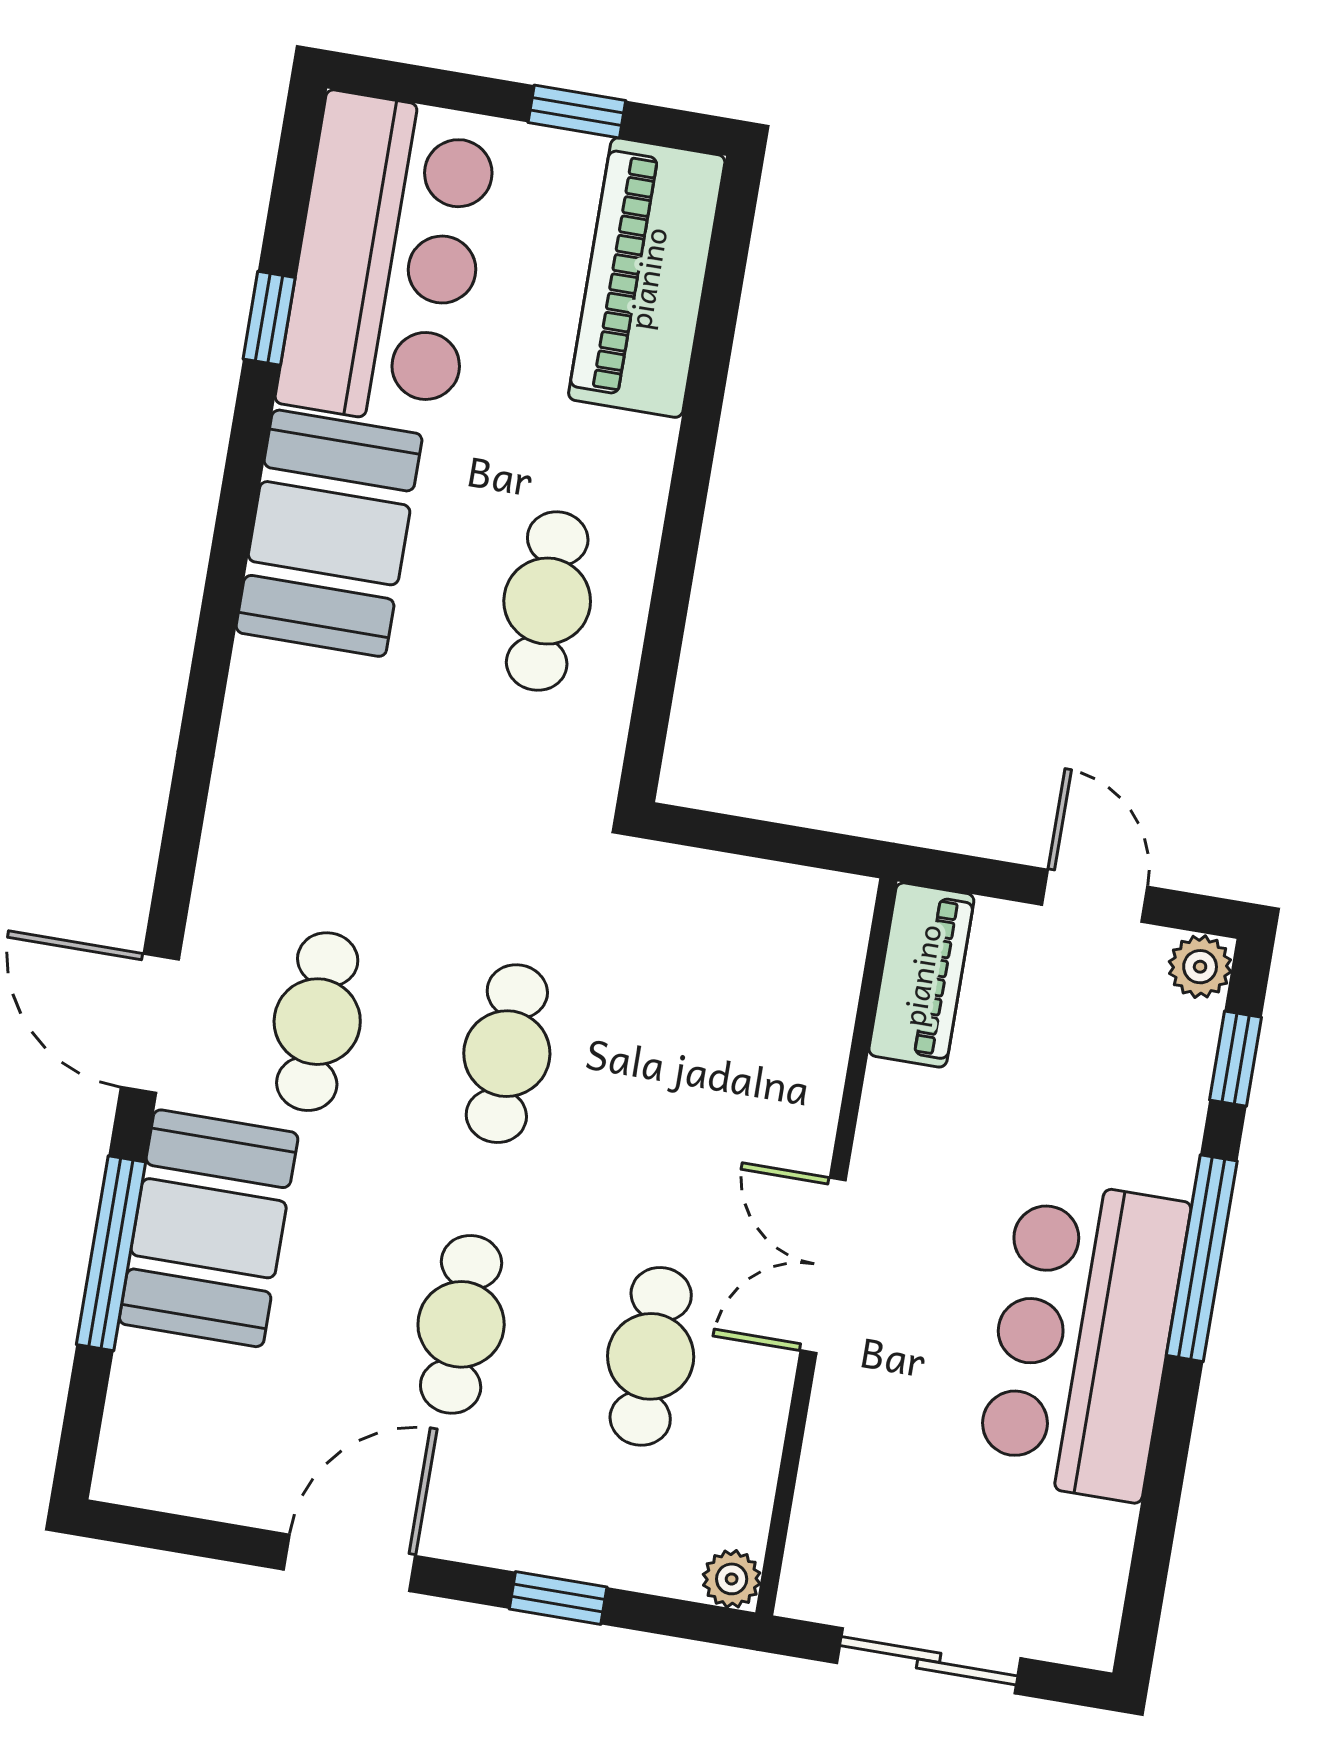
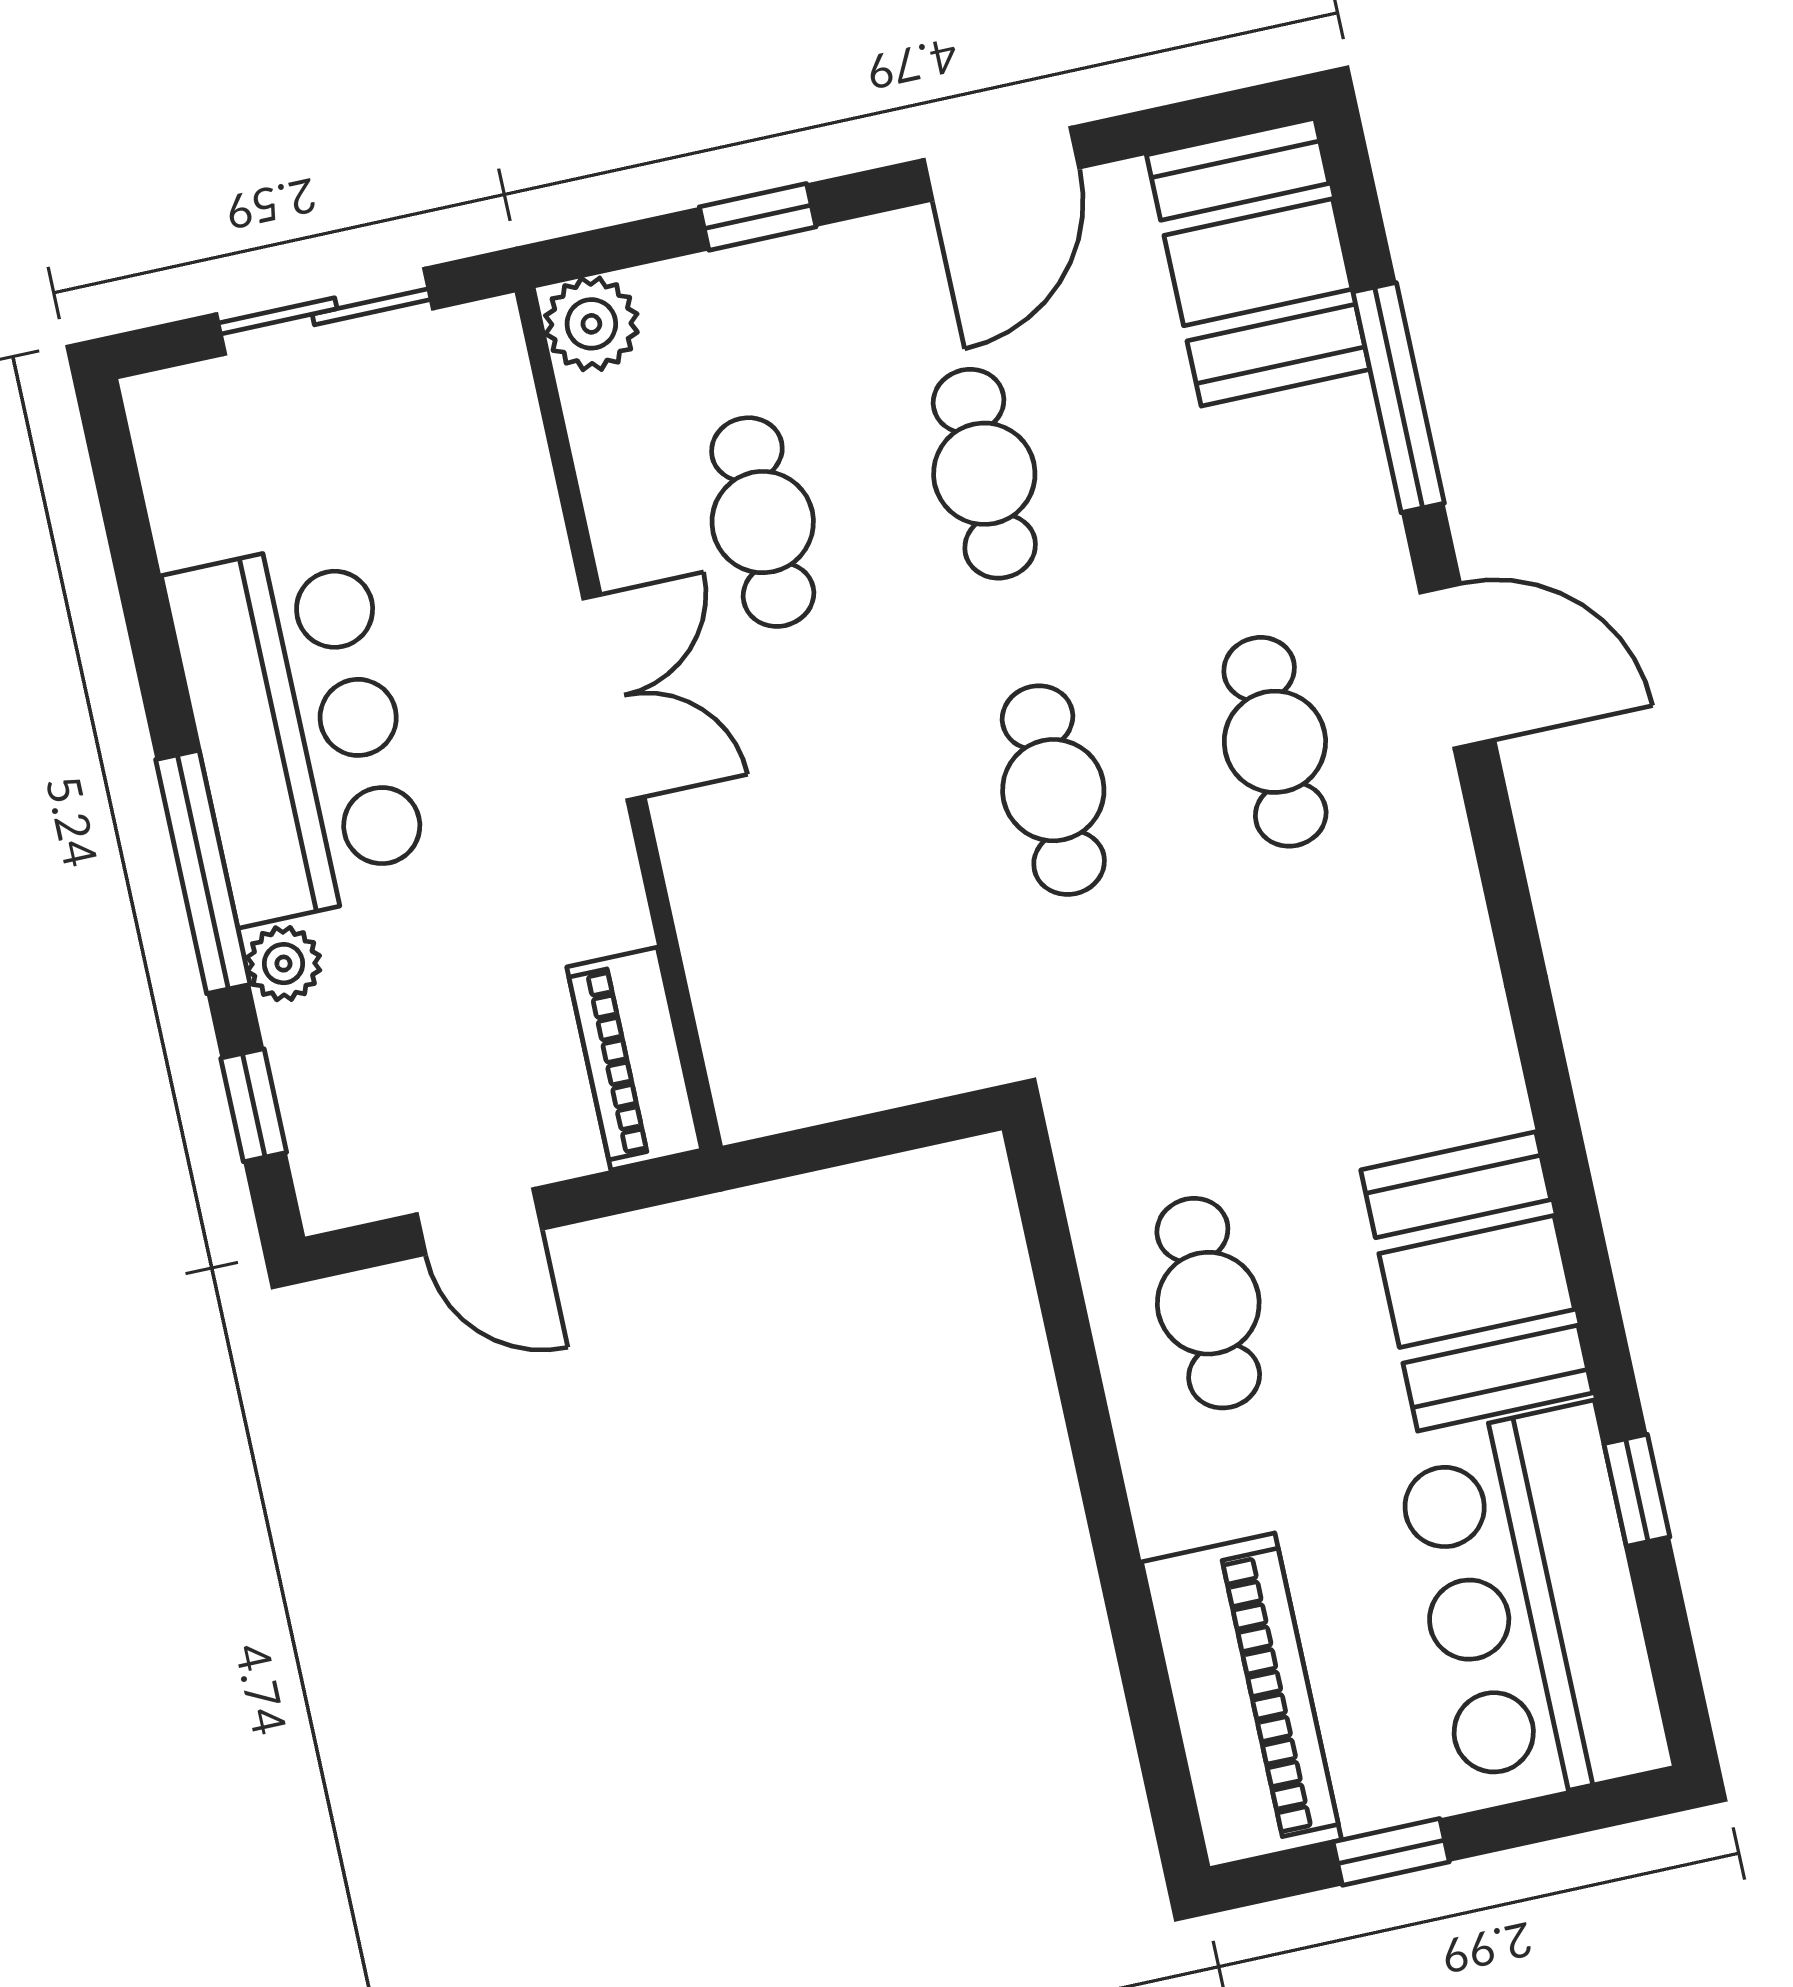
plant: (1200, 967) -> (283, 964), moved
booth: (209, 1228) -> (1258, 262), moved
plant: (732, 1579) -> (591, 324), width x1.38, depth x1.38

